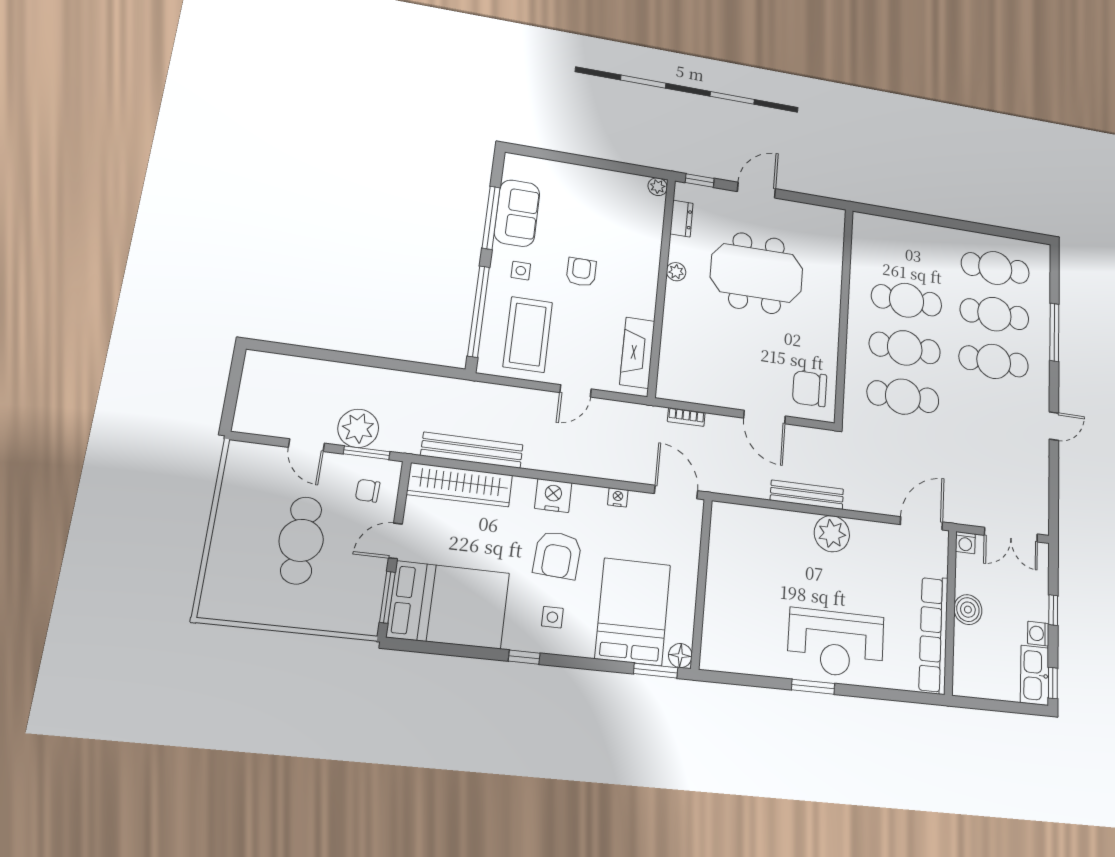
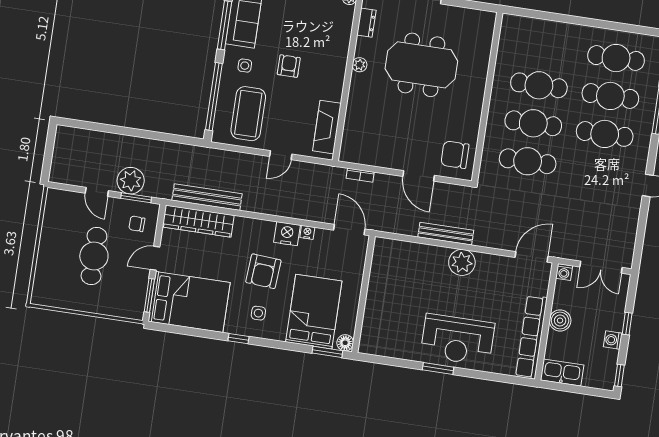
nightstand: (553, 496) -> (287, 234), moved
kitchen sink: (1035, 675) -> (562, 373), moved, turned 90

